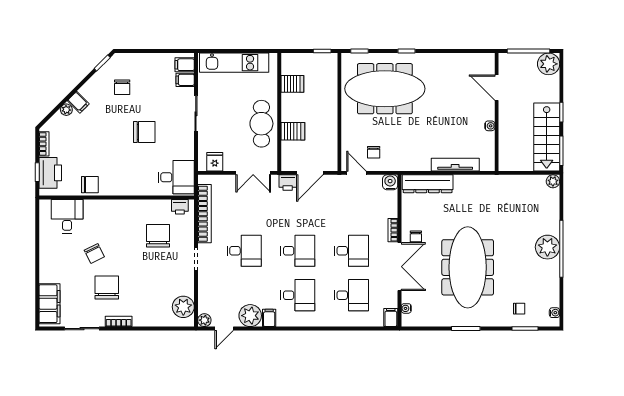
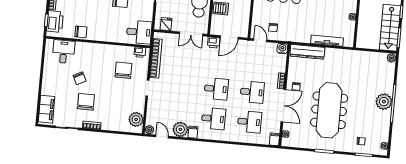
desk: (244, 251) -> (180, 86), removed
door: (224, 329) -> (162, 137), swing flipped

